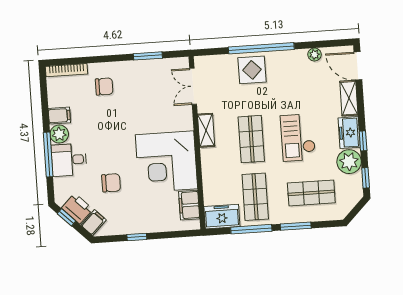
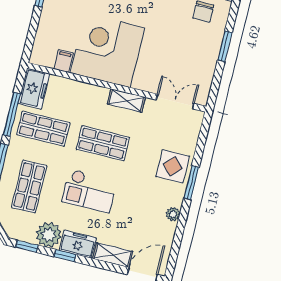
window: (261, 48) -> (191, 183), width x0.47
plant: (314, 54) -> (173, 214), moved
window: (148, 56) -> (225, 46), moved
checkout: (298, 138) -> (89, 191), turned 180
filing cabinet: (189, 205) -> (64, 61), width x0.50

